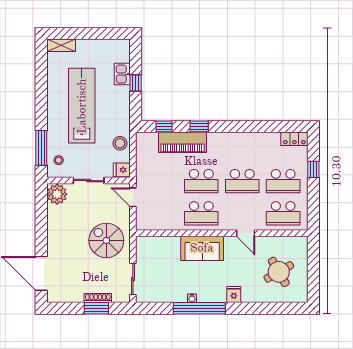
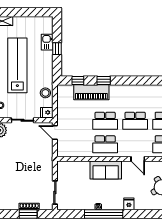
spiral stairs: (106, 240) -> (35, 164), removed

